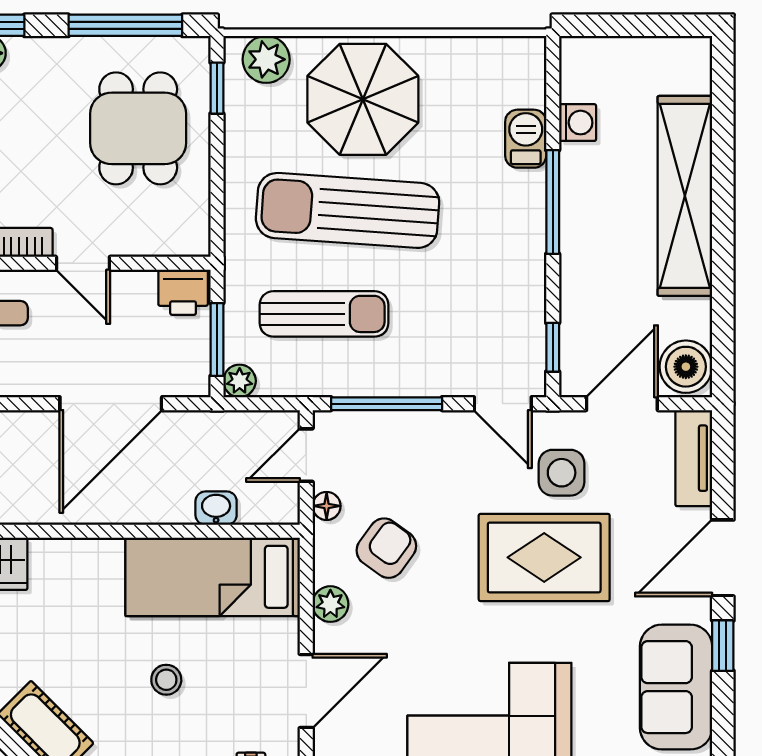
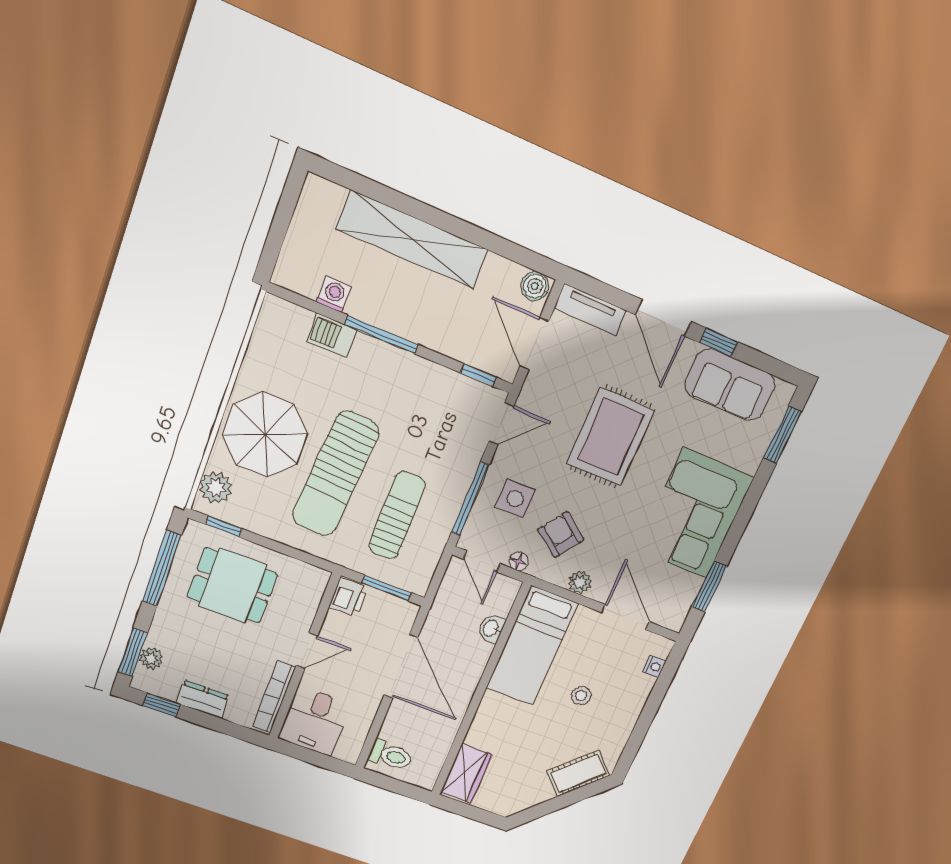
boiler: (686, 367) -> (535, 286), width x0.73, depth x0.73
plant: (240, 381) -> (418, 584), removed
side table: (562, 473) -> (515, 499), moved

